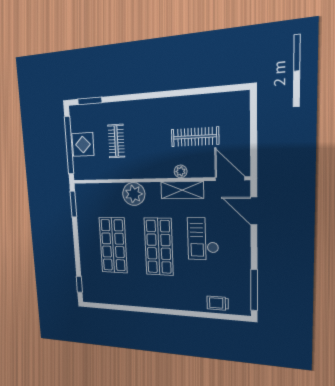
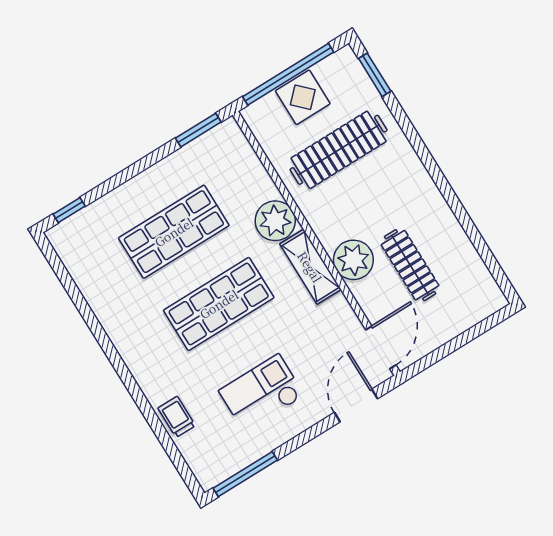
clothes rail: (116, 141) -> (339, 150), width x1.86, depth x1.31
plant: (181, 171) -> (353, 260), width x1.88, depth x1.88
shelving: (182, 190) -> (310, 267), moved
checkout: (203, 239) -> (262, 393), moved
trolley: (218, 303) -> (177, 417), moved

